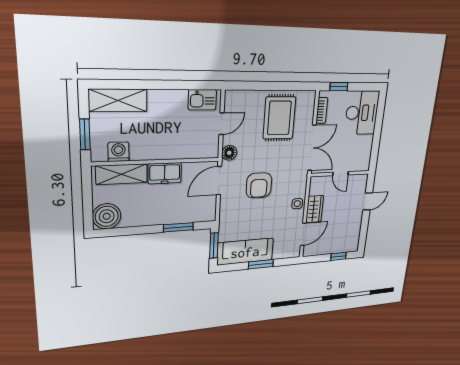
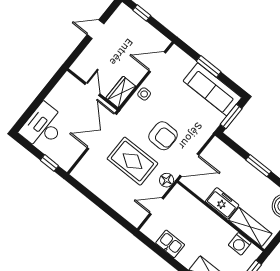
kitchen sink: (202, 100) -> (170, 244), moved
bookcase: (322, 110) -> (75, 155), removed
rug: (279, 118) -> (132, 161), moved, turned 90
armchair: (259, 185) -> (163, 136), turned 90
door: (368, 201) -> (95, 29), moved
wardrobe: (315, 209) -> (121, 92), moved
window: (178, 227) -> (258, 166), moved

